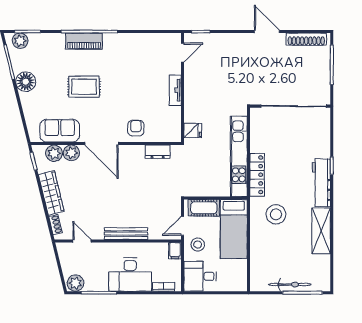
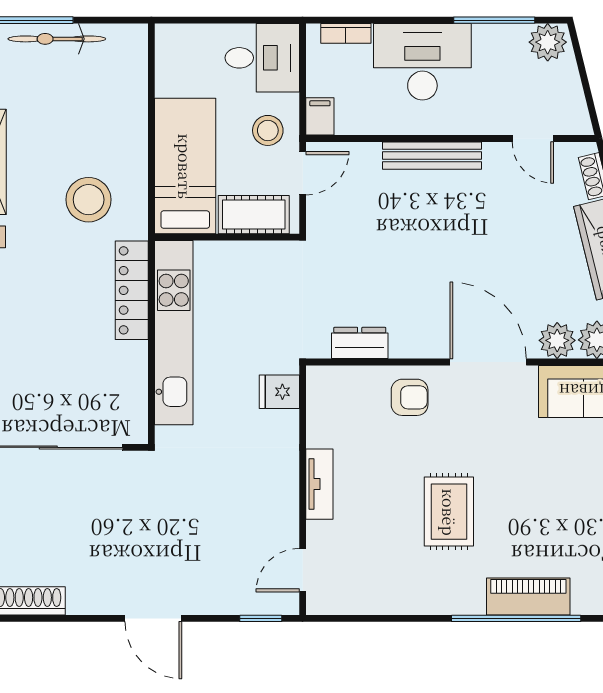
door: (267, 32) -> (153, 618), moved
rug: (84, 87) -> (449, 512), moved, turned 90
armchair: (136, 128) -> (410, 397), turned -90

